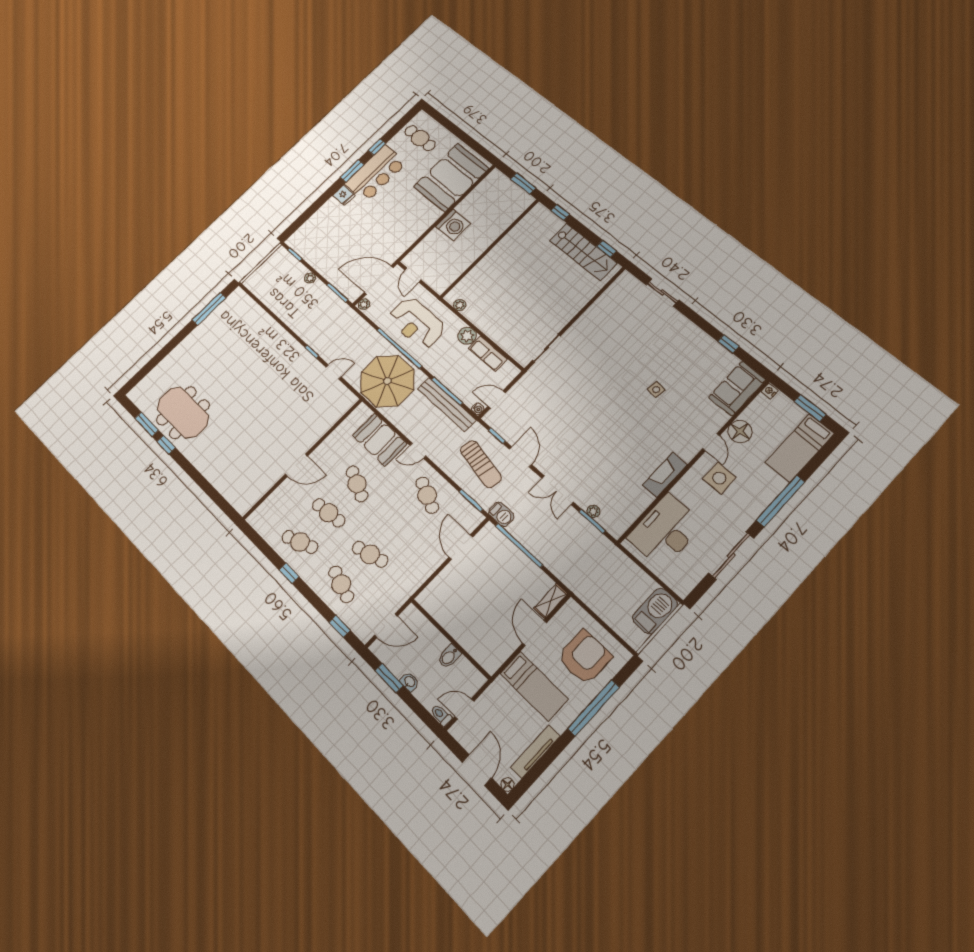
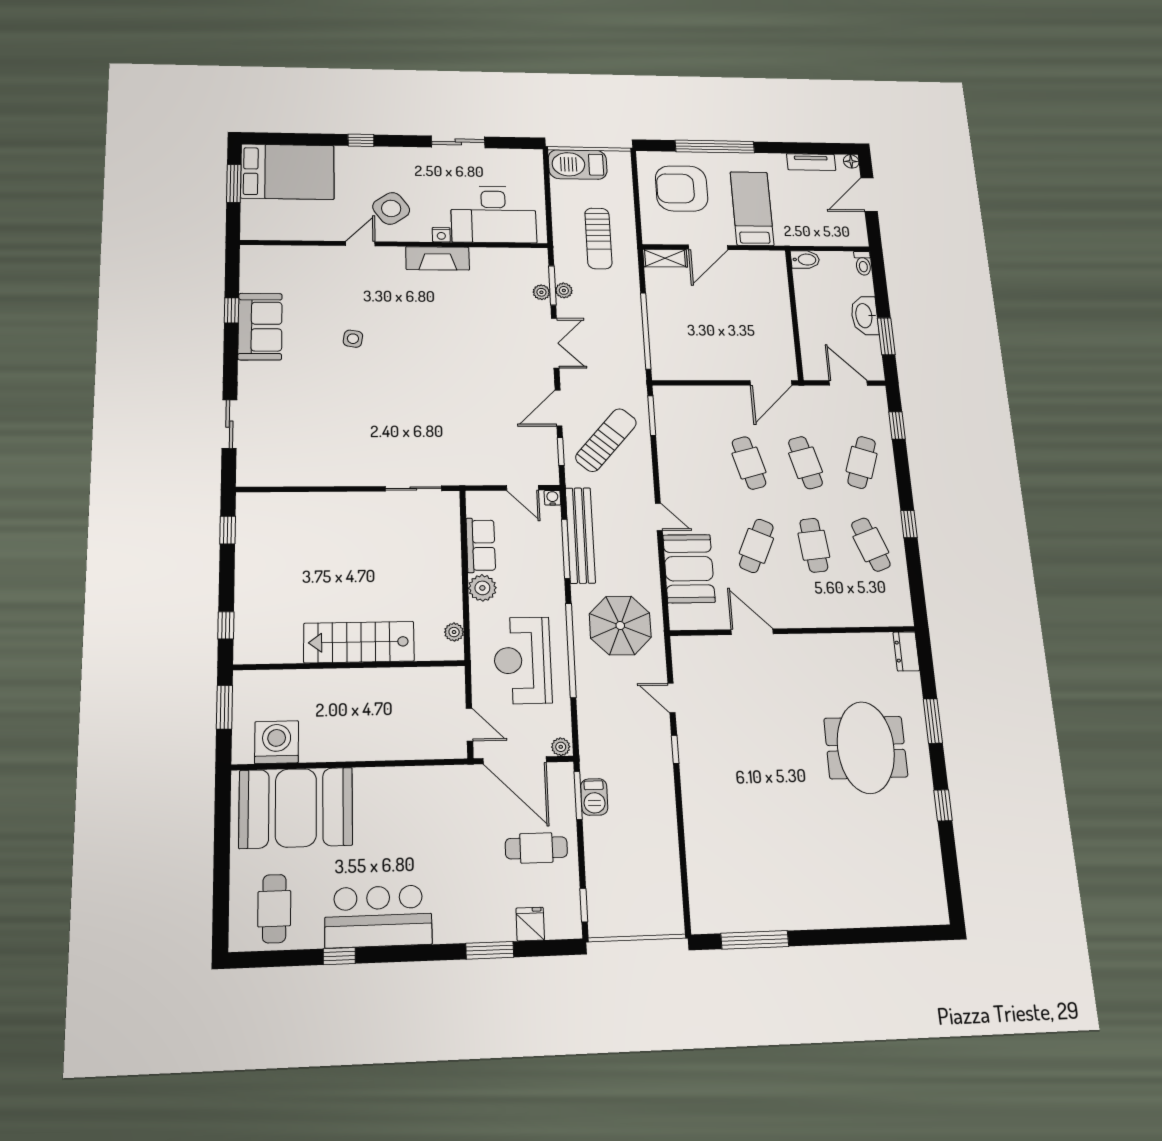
window: (352, 171) -> (490, 950), moved
fridge: (344, 195) -> (530, 924), moved
washing machine: (453, 225) -> (277, 742), moved
stairs: (583, 252) -> (359, 642), moved, turned -90
cafe table: (336, 256) -> (536, 848), added
door: (413, 275) -> (469, 725), hinge flipped
plant: (310, 278) -> (564, 290), moved
reception desk: (417, 323) -> (523, 660), turned 180
parasol: (387, 381) -> (620, 626), width x0.73, depth x0.73
sofa: (737, 389) -> (260, 327), moved, turned -90
nightstand: (770, 391) -> (441, 235), moved
meeting table: (183, 412) -> (866, 747), moved
window: (147, 424) -> (933, 721), moved
floor lamp: (740, 431) -> (322, 227), removed
bed: (800, 448) -> (287, 172), width x1.50
sun lounger: (481, 464) -> (606, 440), turned 30
door: (296, 465) -> (752, 632), moved
side table: (719, 478) -> (391, 208), turned -35
cafe table: (427, 495) -> (749, 463), moved, turned -39
window: (781, 501) -> (361, 140), width x0.32
dresser: (239, 503) -> (906, 651), added
barbecue: (501, 514) -> (594, 797), moved, turned 180
door: (461, 547) -> (771, 383), moved
sliding door: (731, 555) -> (458, 142), width x0.73
sun lounger: (597, 575) -> (598, 238), added
bidet: (449, 656) -> (805, 260), moved
washbasin: (410, 682) -> (865, 316), width x1.91, depth x1.45
door: (464, 709) -> (836, 249), removed
tv unit: (535, 752) -> (811, 162), width x0.71

